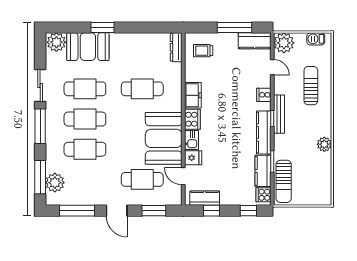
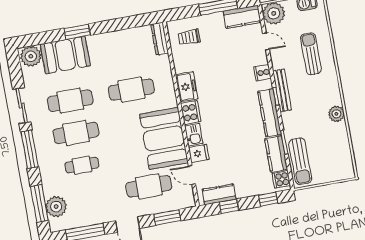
cafe table: (85, 149) -> (82, 165), width x0.73, depth x0.74

